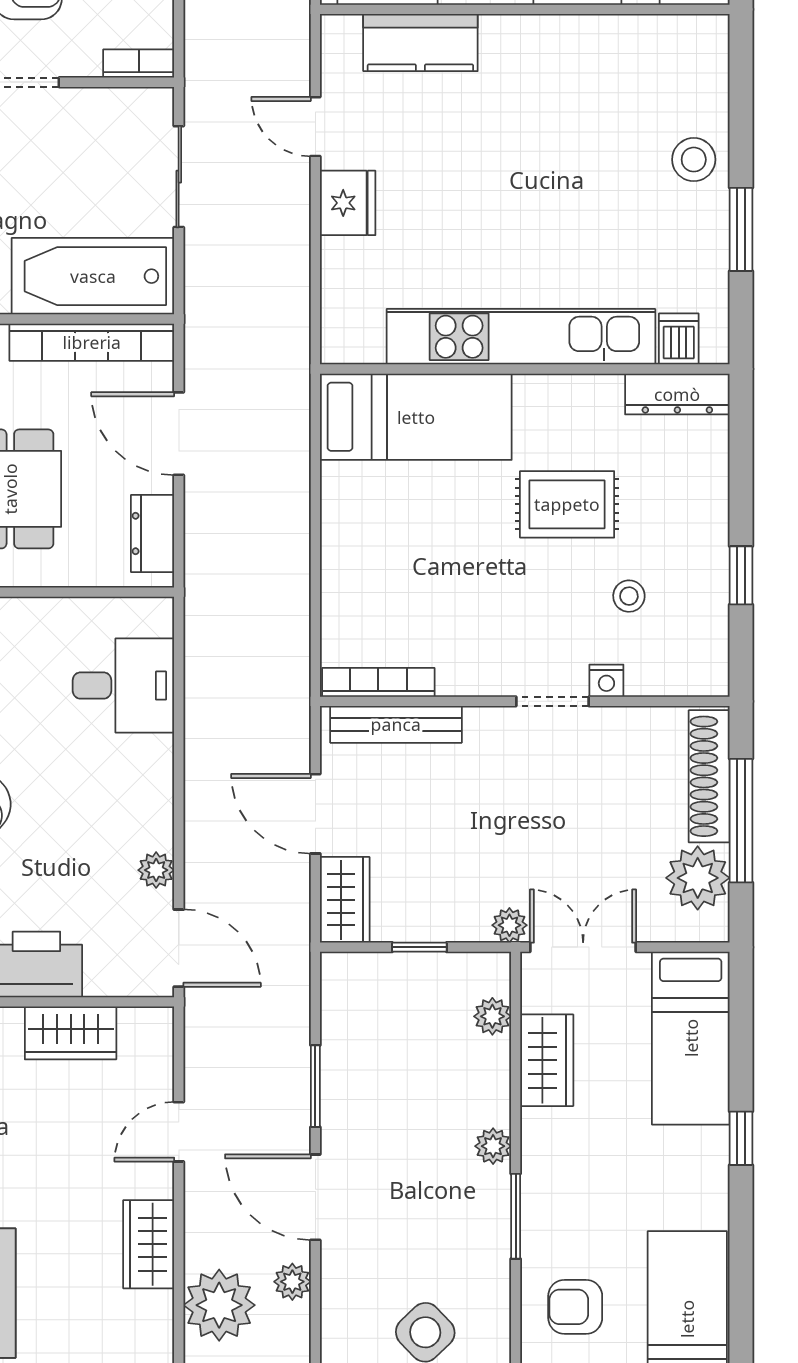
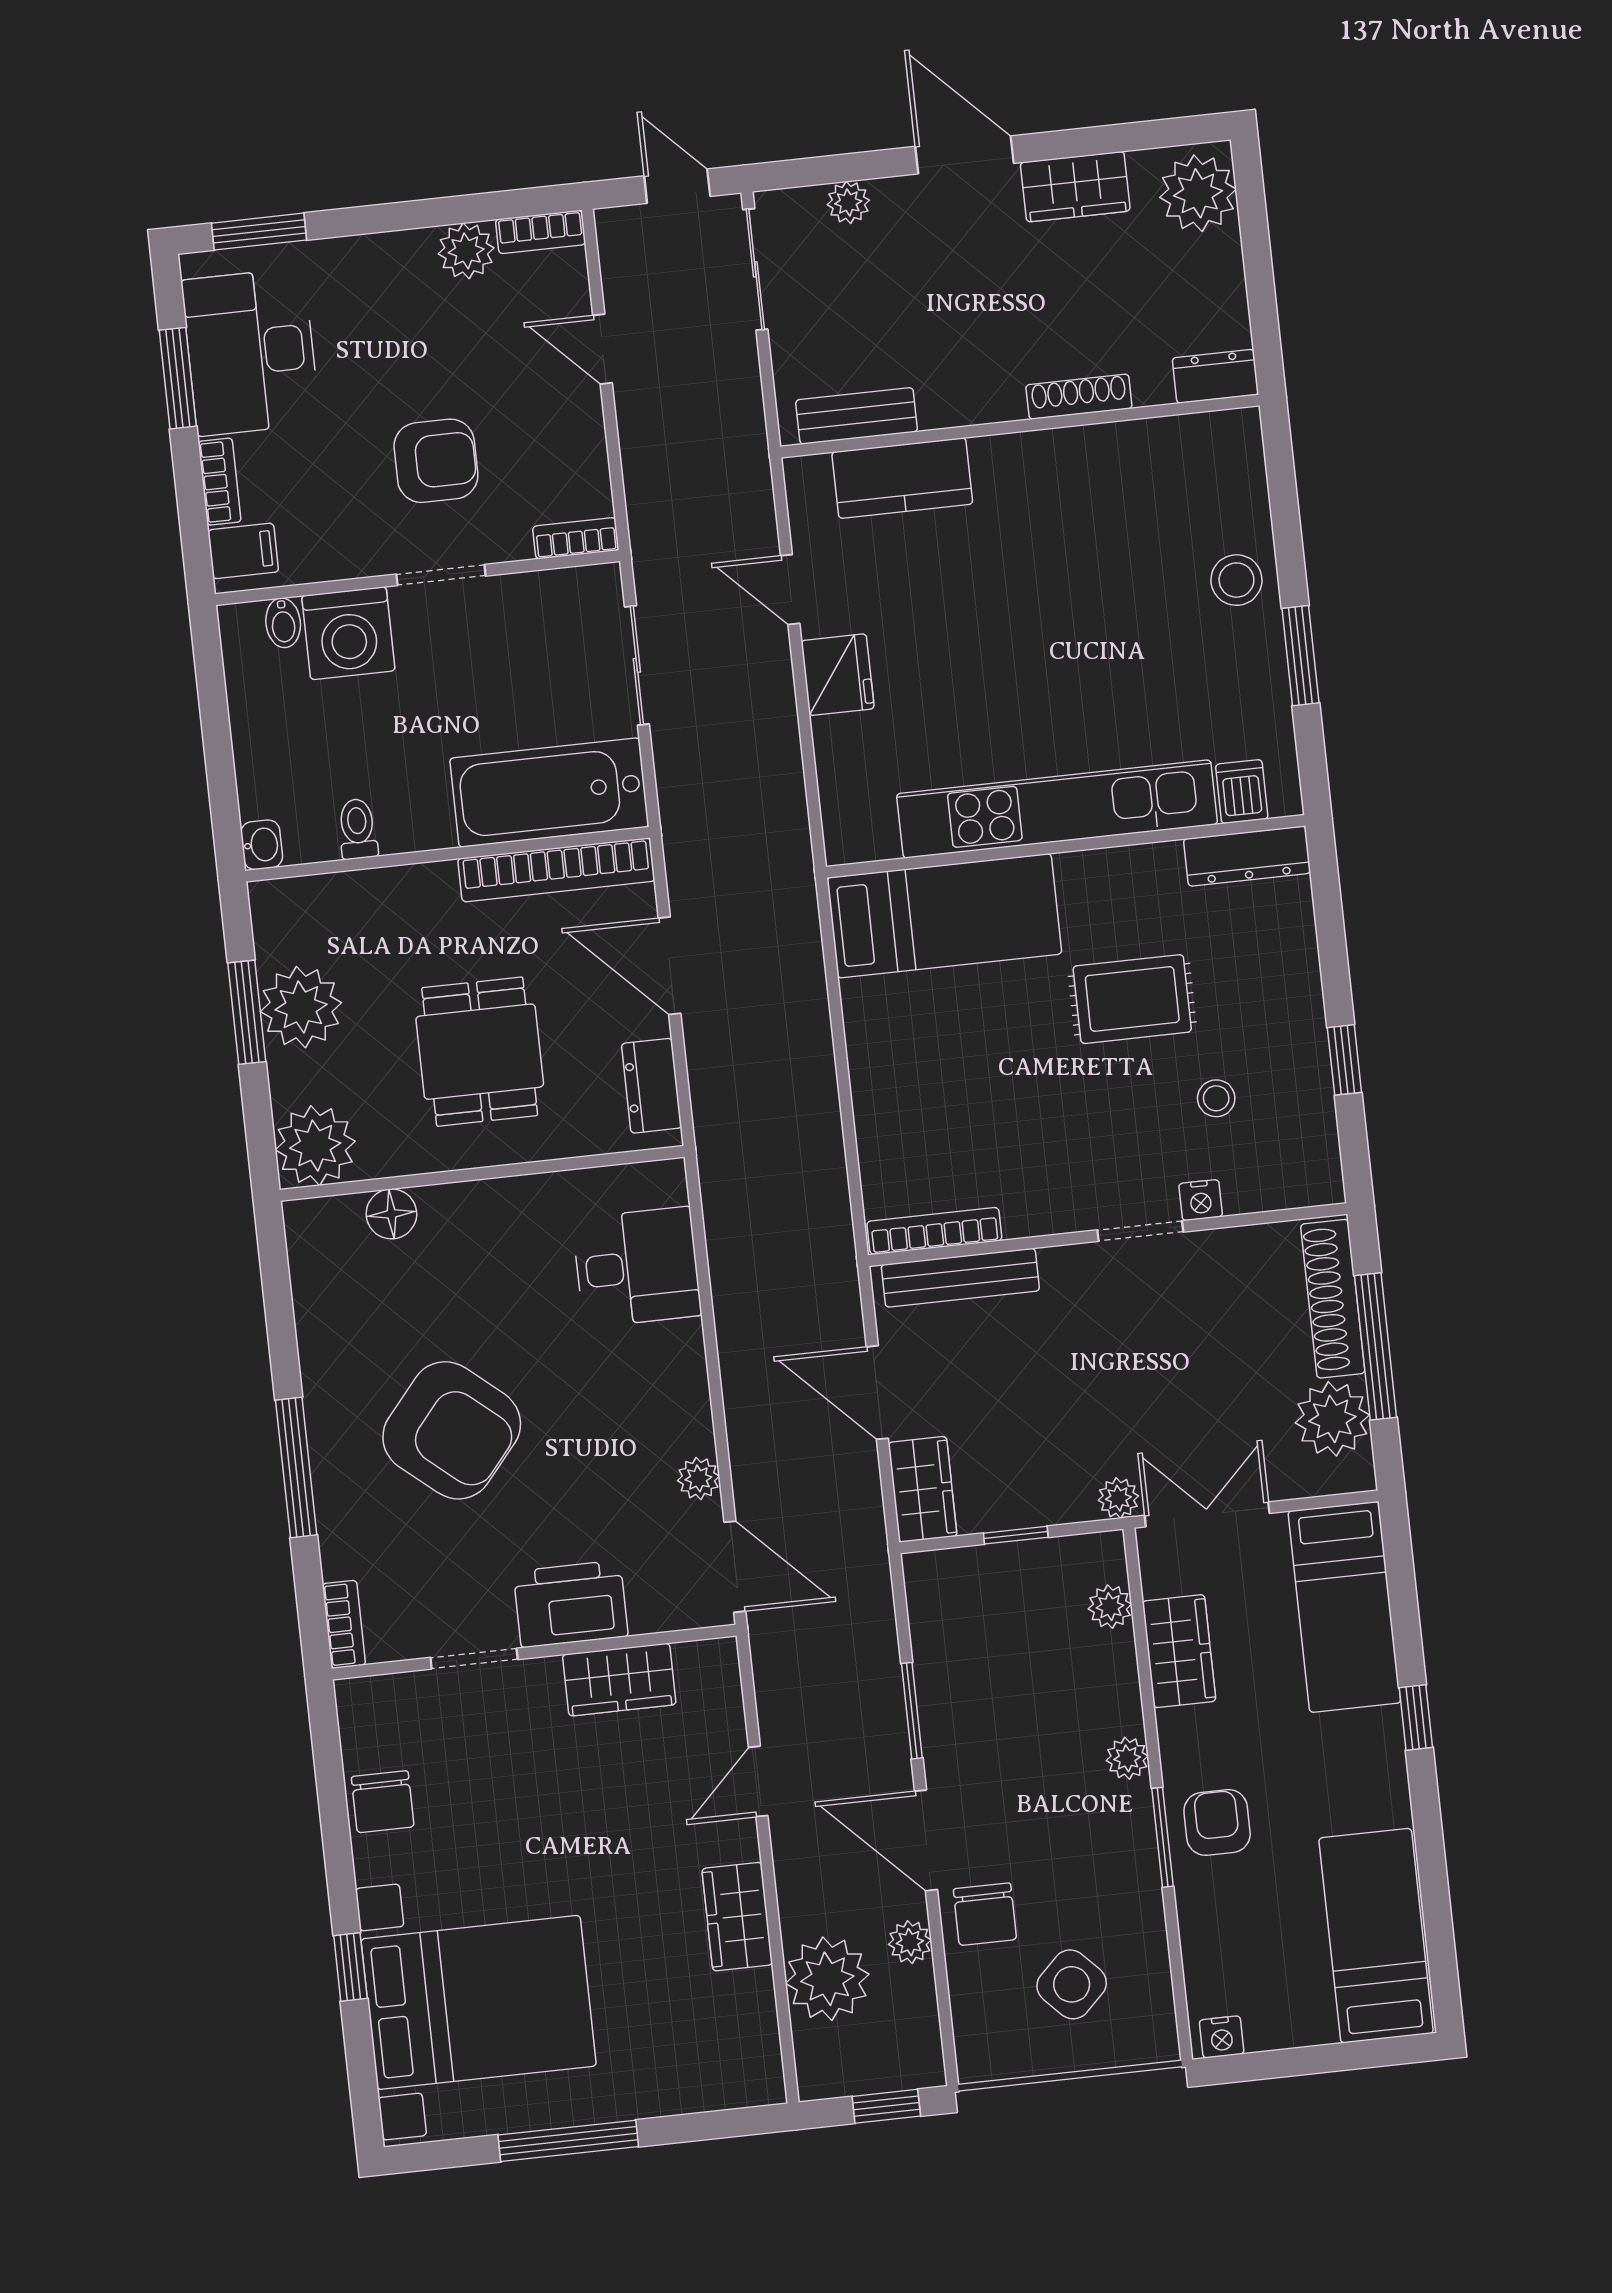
chair: (358, 1265) -> (985, 1914), added
armchair: (575, 1307) -> (1217, 1822), moved, turned 90

